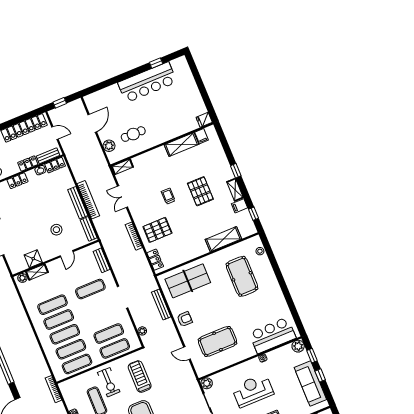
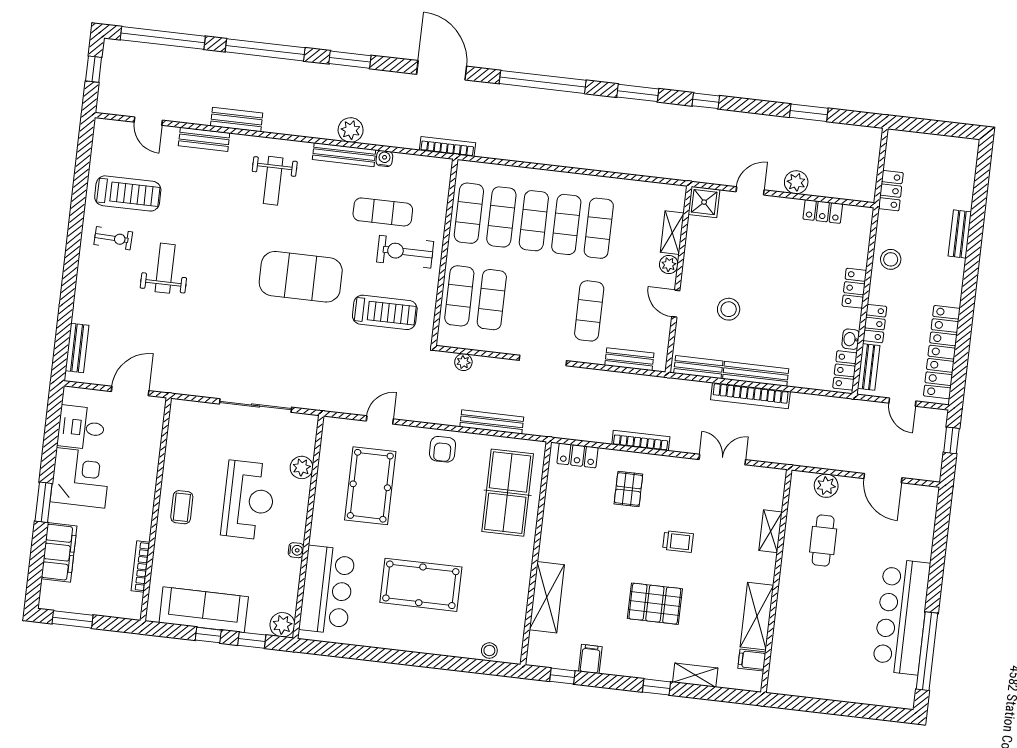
window: (156, 63) -> (927, 651), width x3.17
fridge: (204, 120) -> (778, 681), removed
door: (55, 133) -> (902, 402), hinge flipped
shelving: (122, 167) -> (771, 531), moved
shelving: (235, 190) -> (695, 675), moved
pallet: (157, 230) -> (628, 489), width x0.67, depth x0.71
shower: (33, 259) -> (704, 202), moved
pool table: (242, 276) -> (421, 585), moved
plant: (22, 278) -> (669, 265), moved
plant: (207, 383) -> (302, 467), moved

